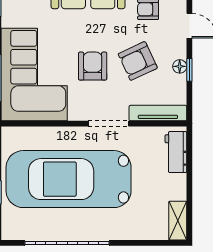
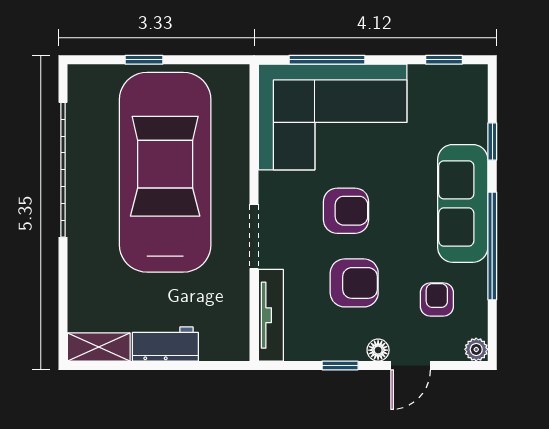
armchair: (138, 61) -> (354, 283), turned 115
floor lamp: (180, 66) -> (378, 350), moved
workbench: (176, 152) -> (165, 344), moved

